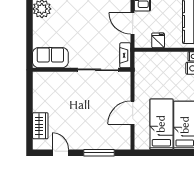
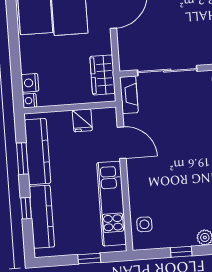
wardrobe: (142, 70) -> (103, 75), added

